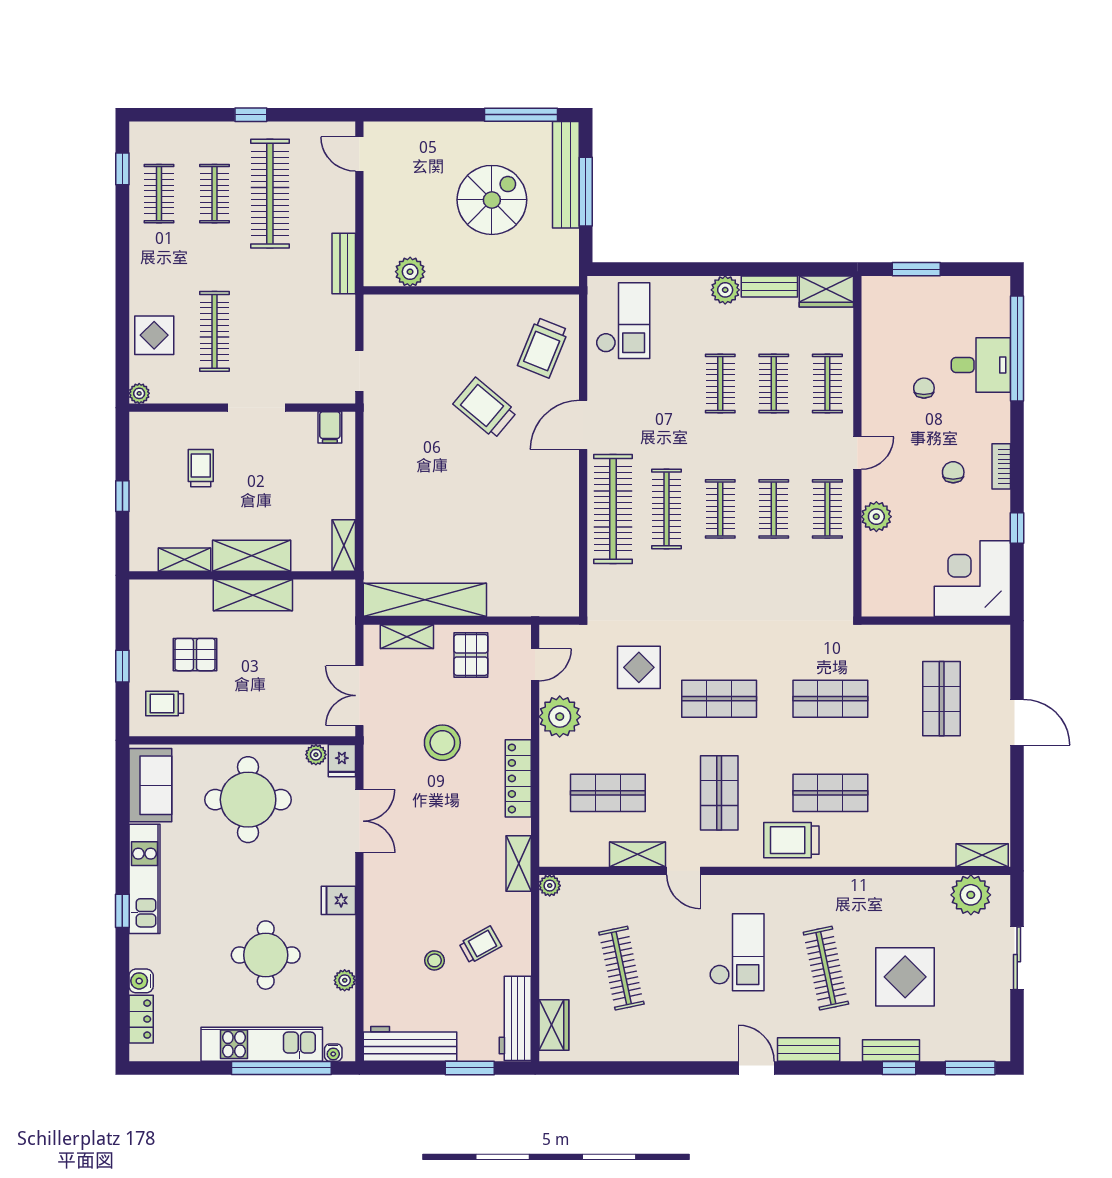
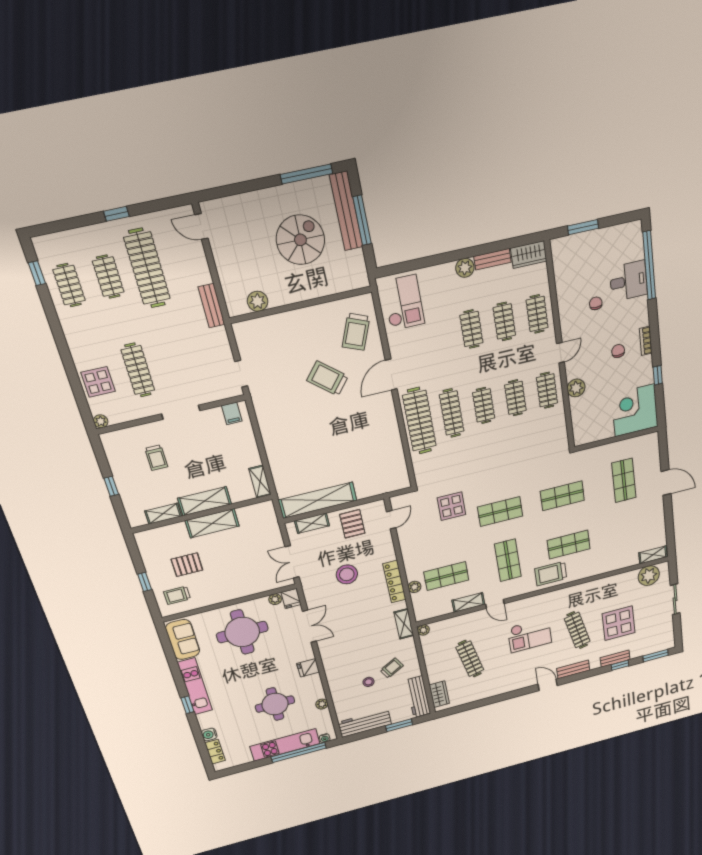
trolley: (201, 468) -> (156, 458), turned 180
plant: (560, 717) -> (414, 587), moved, width x0.53, depth x0.53
checkout: (737, 952) -> (530, 635), turned 90

